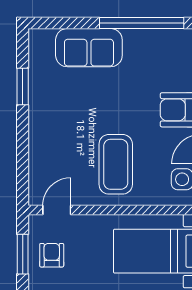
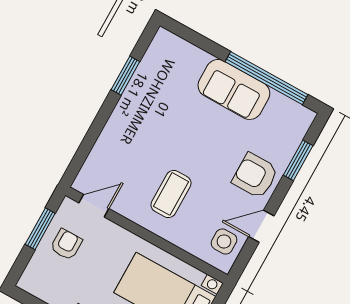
sofa: (89, 48) -> (234, 89), moved
coffee table: (116, 164) -> (171, 194), width x0.73, depth x0.76

